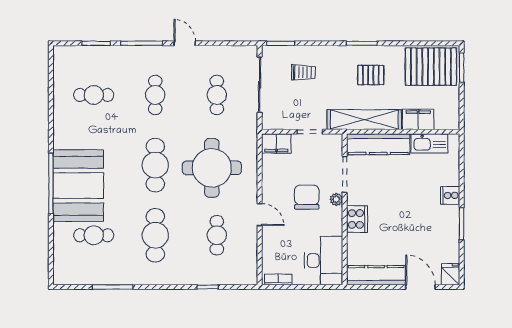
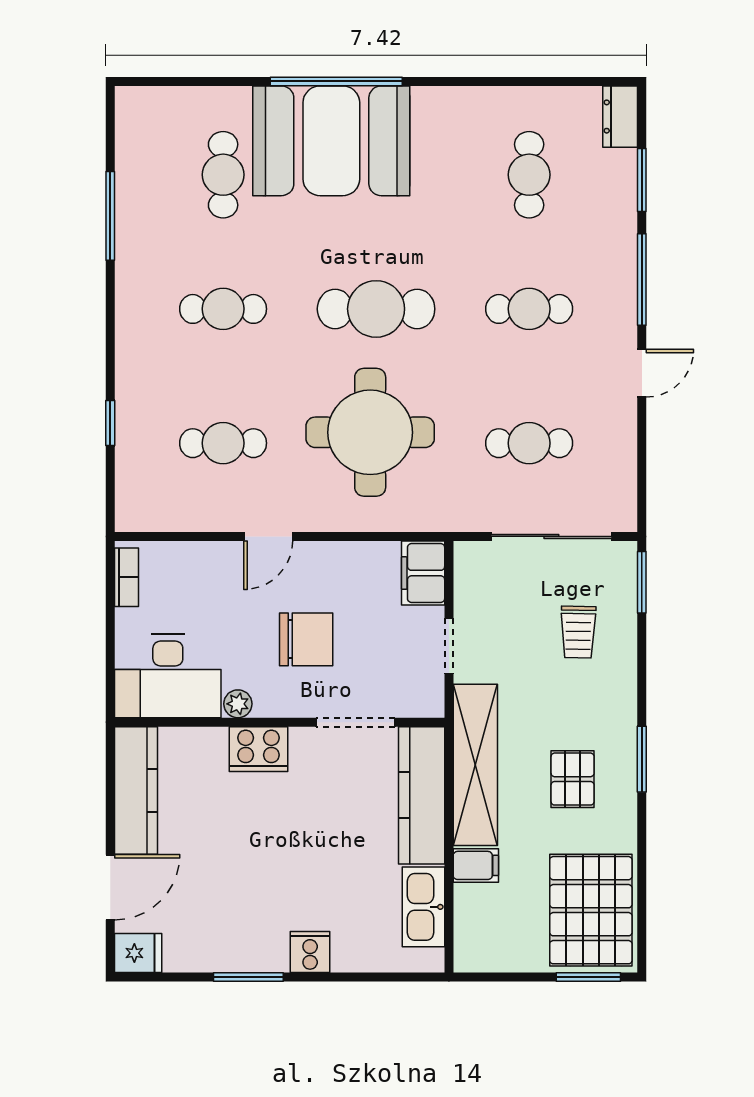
dresser: (67, 53) -> (620, 117), added
filing cabinet: (418, 119) -> (476, 865), width x0.50
plant: (336, 199) -> (238, 704), moved
cafe table: (155, 235) -> (223, 309), width x0.73, depth x0.74

